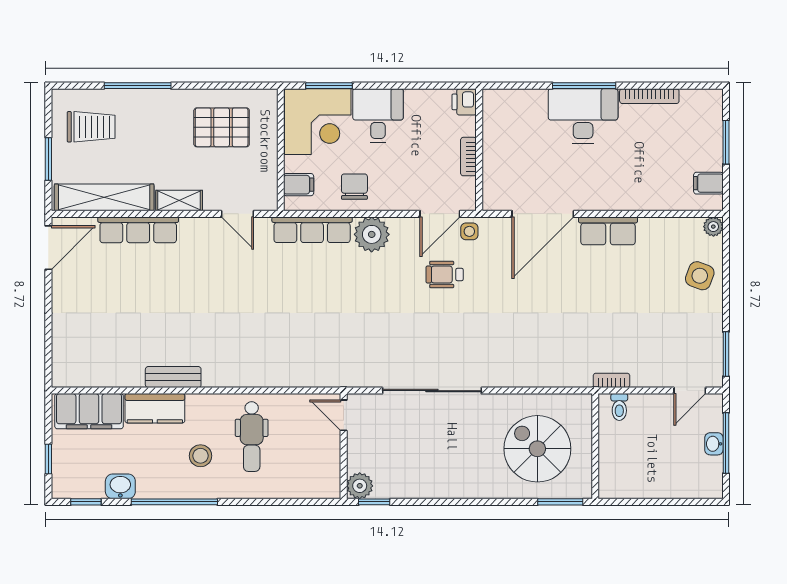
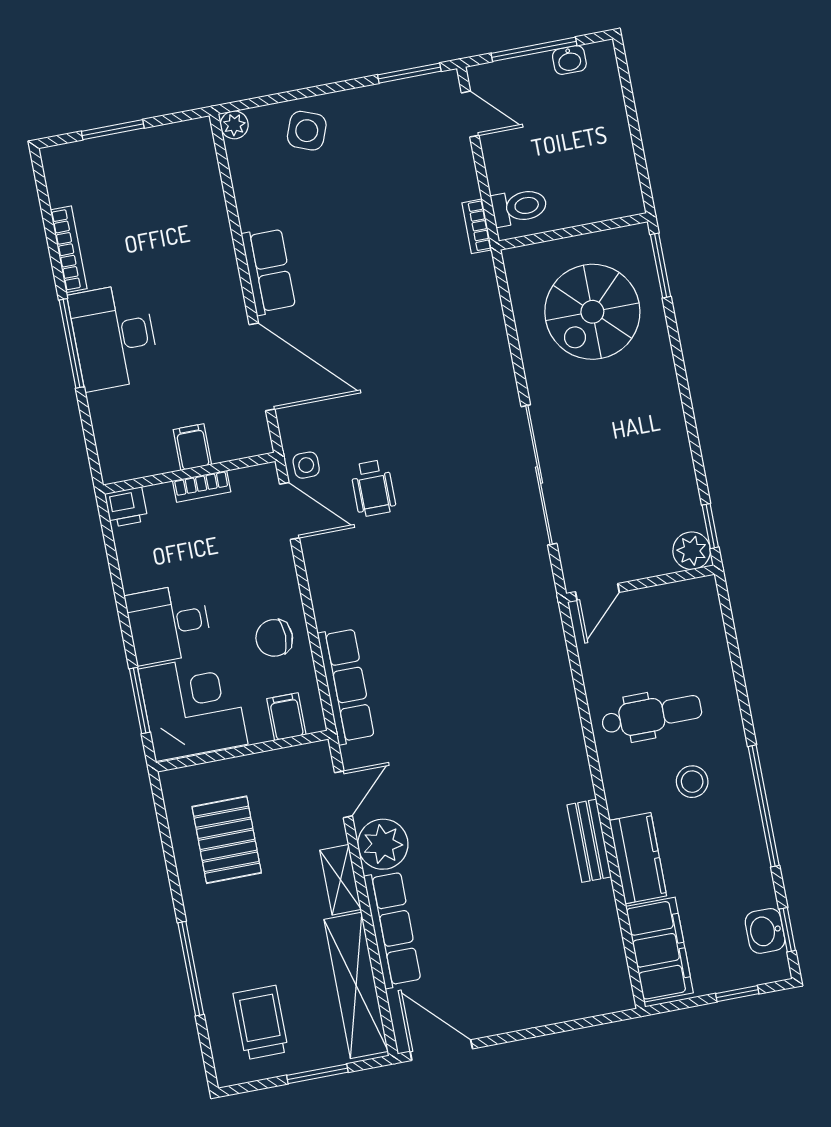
filing cabinet: (708, 183) -> (192, 447), moved, turned 180
plant: (372, 234) -> (383, 844), moved
toilet: (619, 407) -> (519, 207), width x1.37, depth x1.39
washbasin: (714, 444) -> (569, 60), moved
washbasin: (120, 486) -> (765, 931), moved

